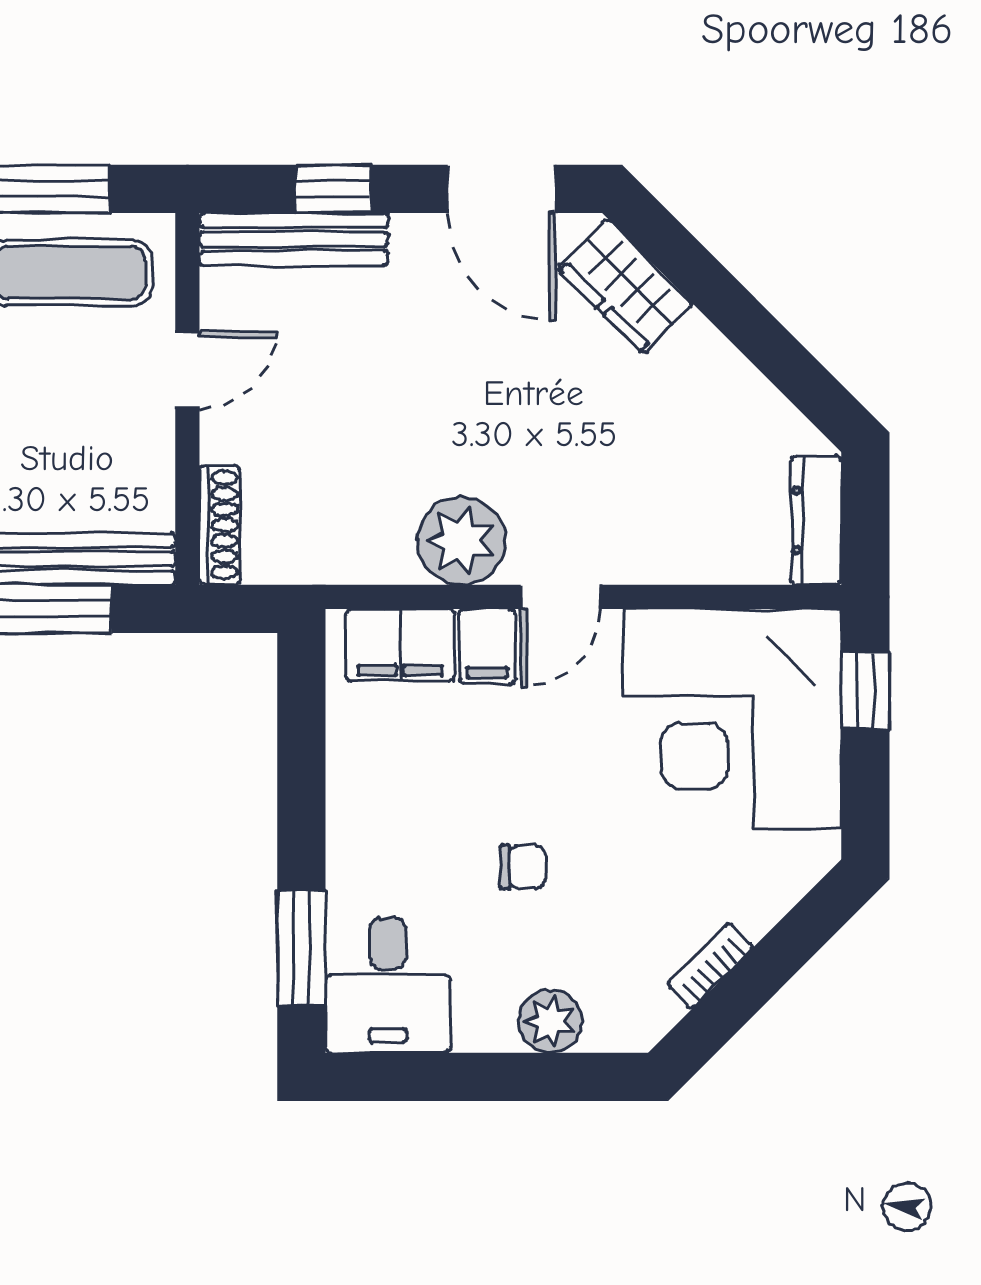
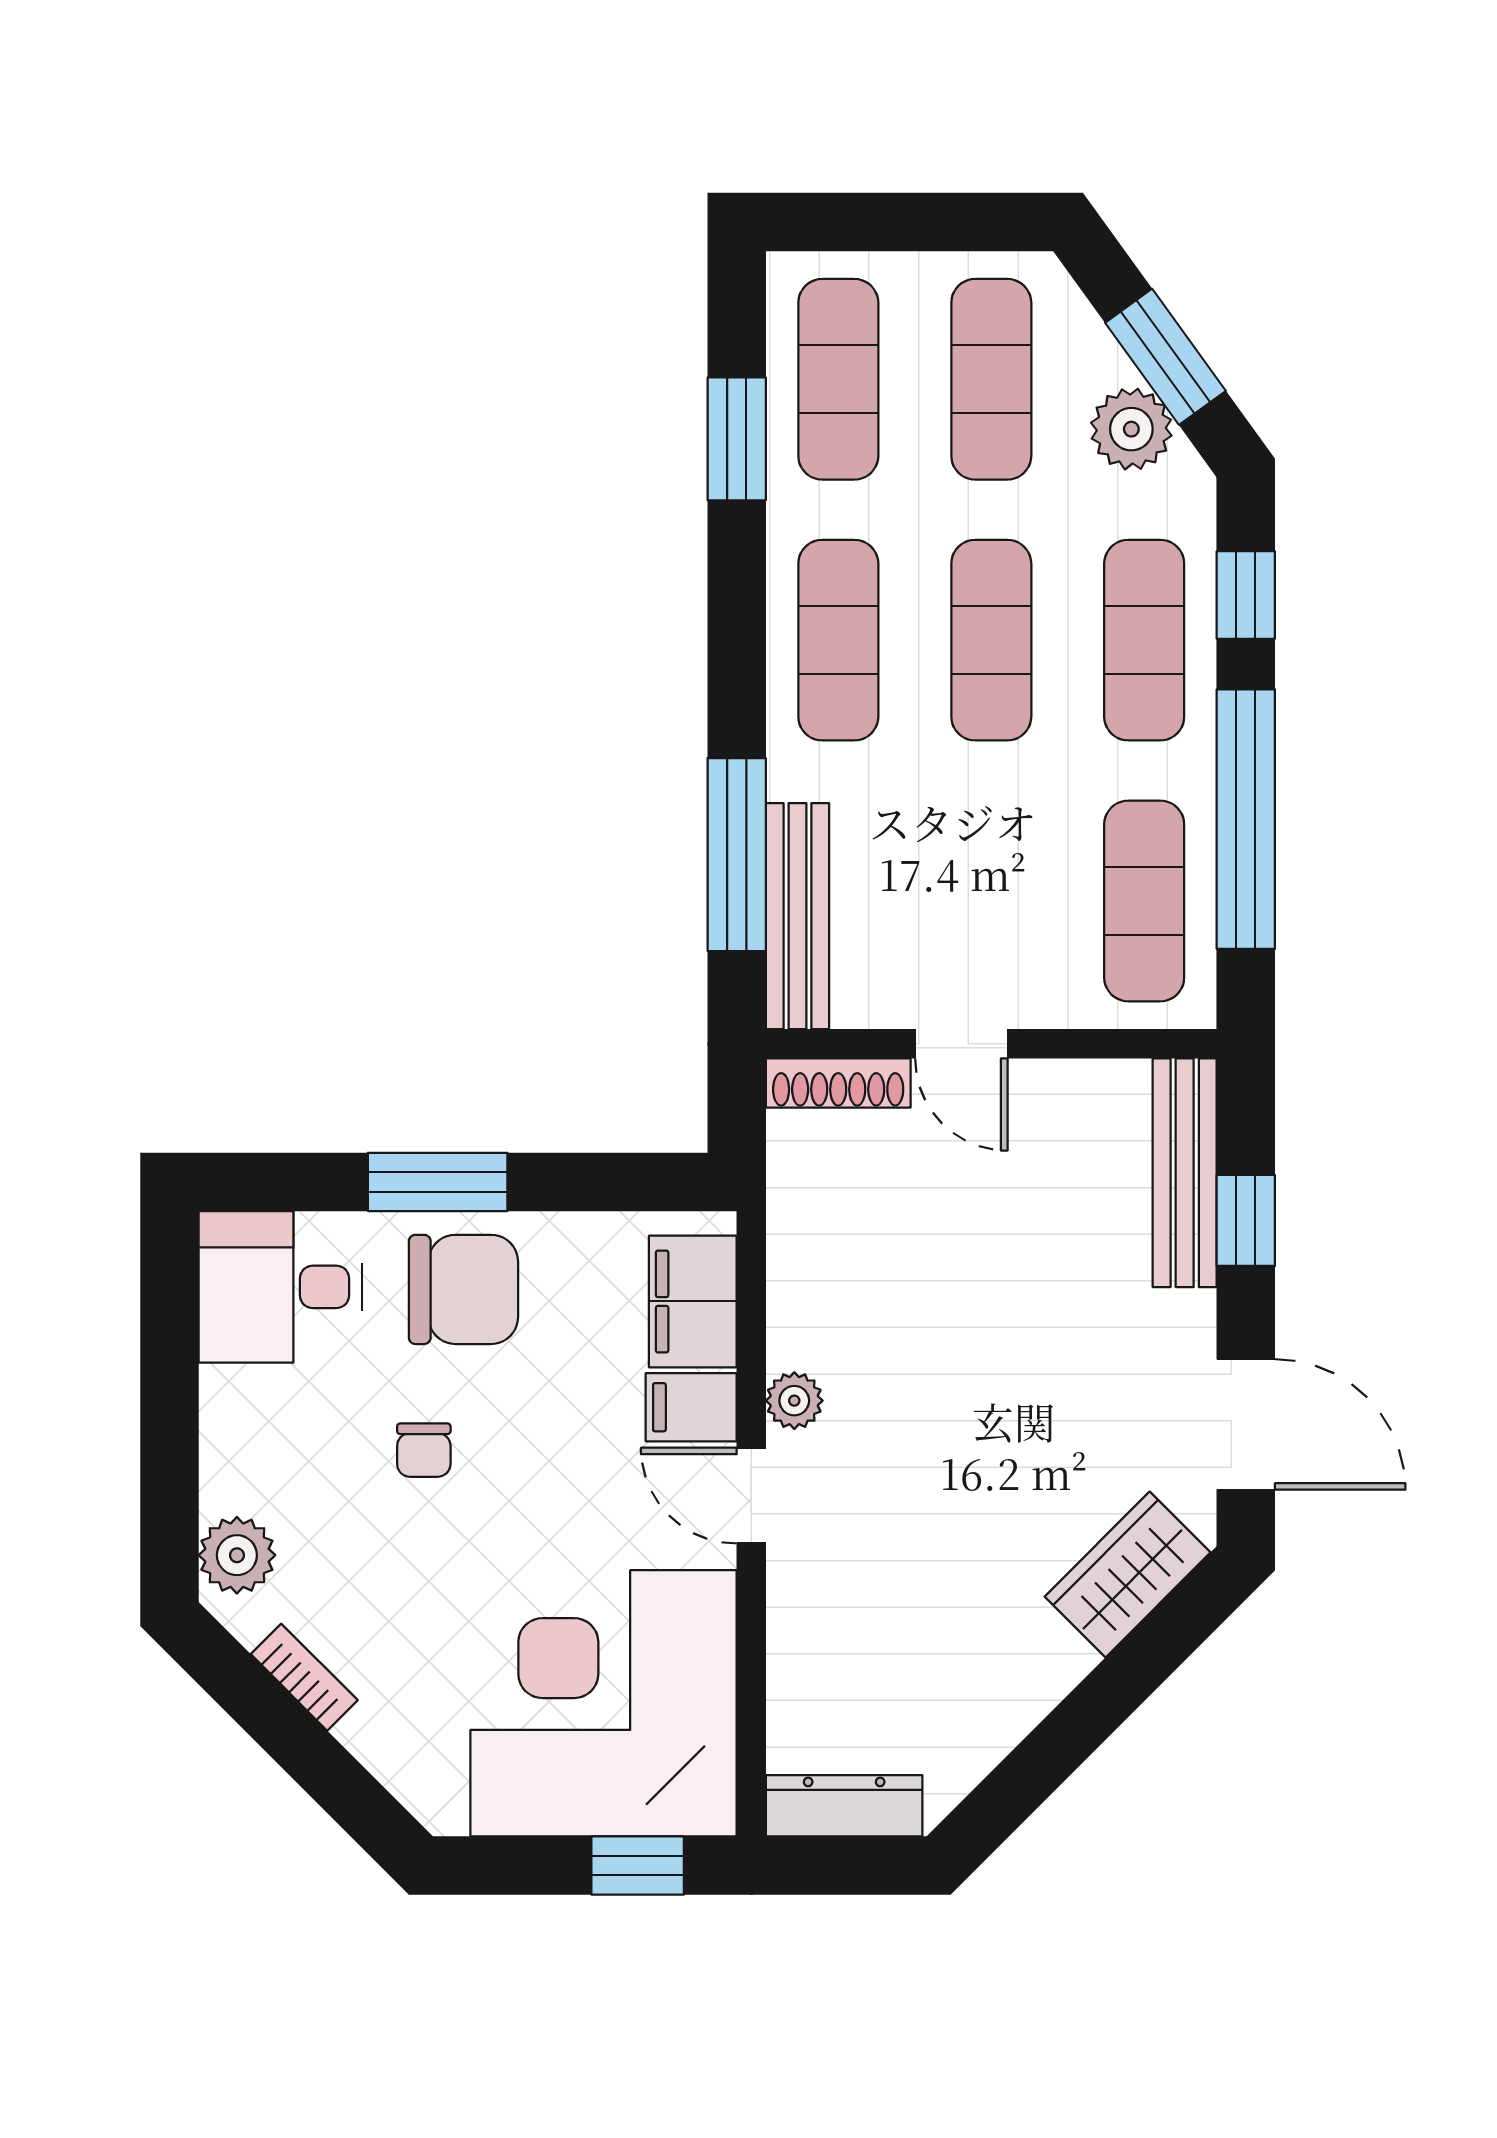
door: (502, 189) -> (1246, 1424), swing flipped
door: (187, 370) -> (961, 1044), moved
plant: (461, 541) -> (794, 1401), width x0.53, depth x0.53
chair: (390, 834) -> (463, 1289), added
window: (301, 948) -> (438, 1182), moved
plant: (550, 1021) -> (237, 1555), moved

